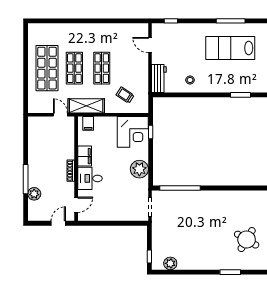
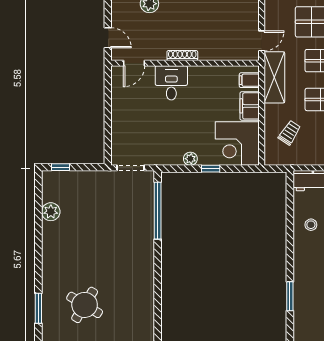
window: (151, 132) -> (211, 169), moved
filing cabinet: (85, 156) -> (250, 106), moved, turned 90
plant: (139, 169) -> (190, 159), width x0.53, depth x0.53
door: (76, 205) -> (134, 63), hinge flipped
plant: (170, 263) -> (51, 212), moved
window: (230, 272) -> (38, 308), moved

